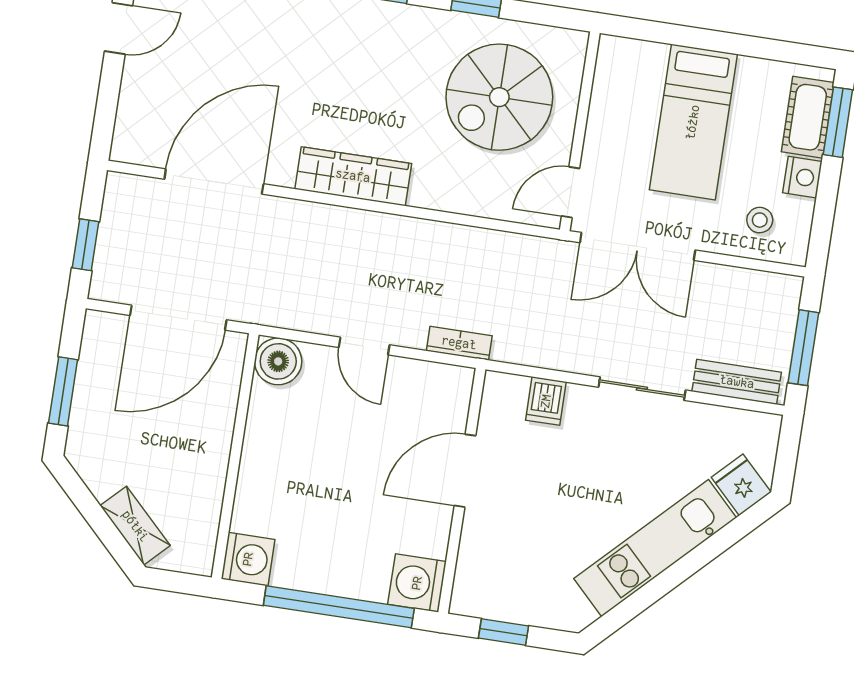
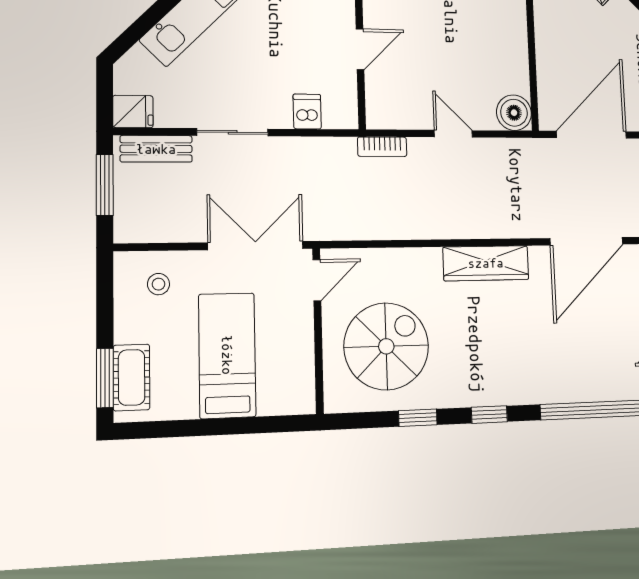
nightstand: (802, 177) -> (128, 326), removed
door: (465, 471) -> (360, 49), width x0.73
fridge: (741, 485) -> (133, 112), moved, turned -45

